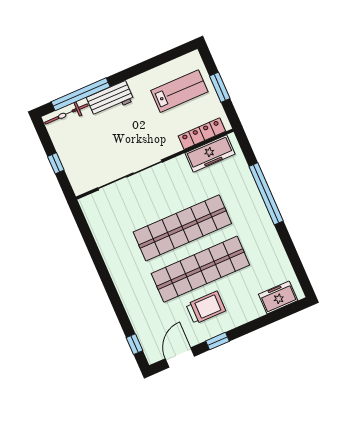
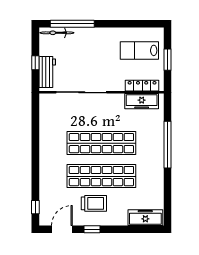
lab bench: (179, 91) -> (139, 50), turned 180
workbench: (110, 99) -> (47, 72), moved, turned -90
freezer: (278, 297) -> (145, 218), width x1.40

